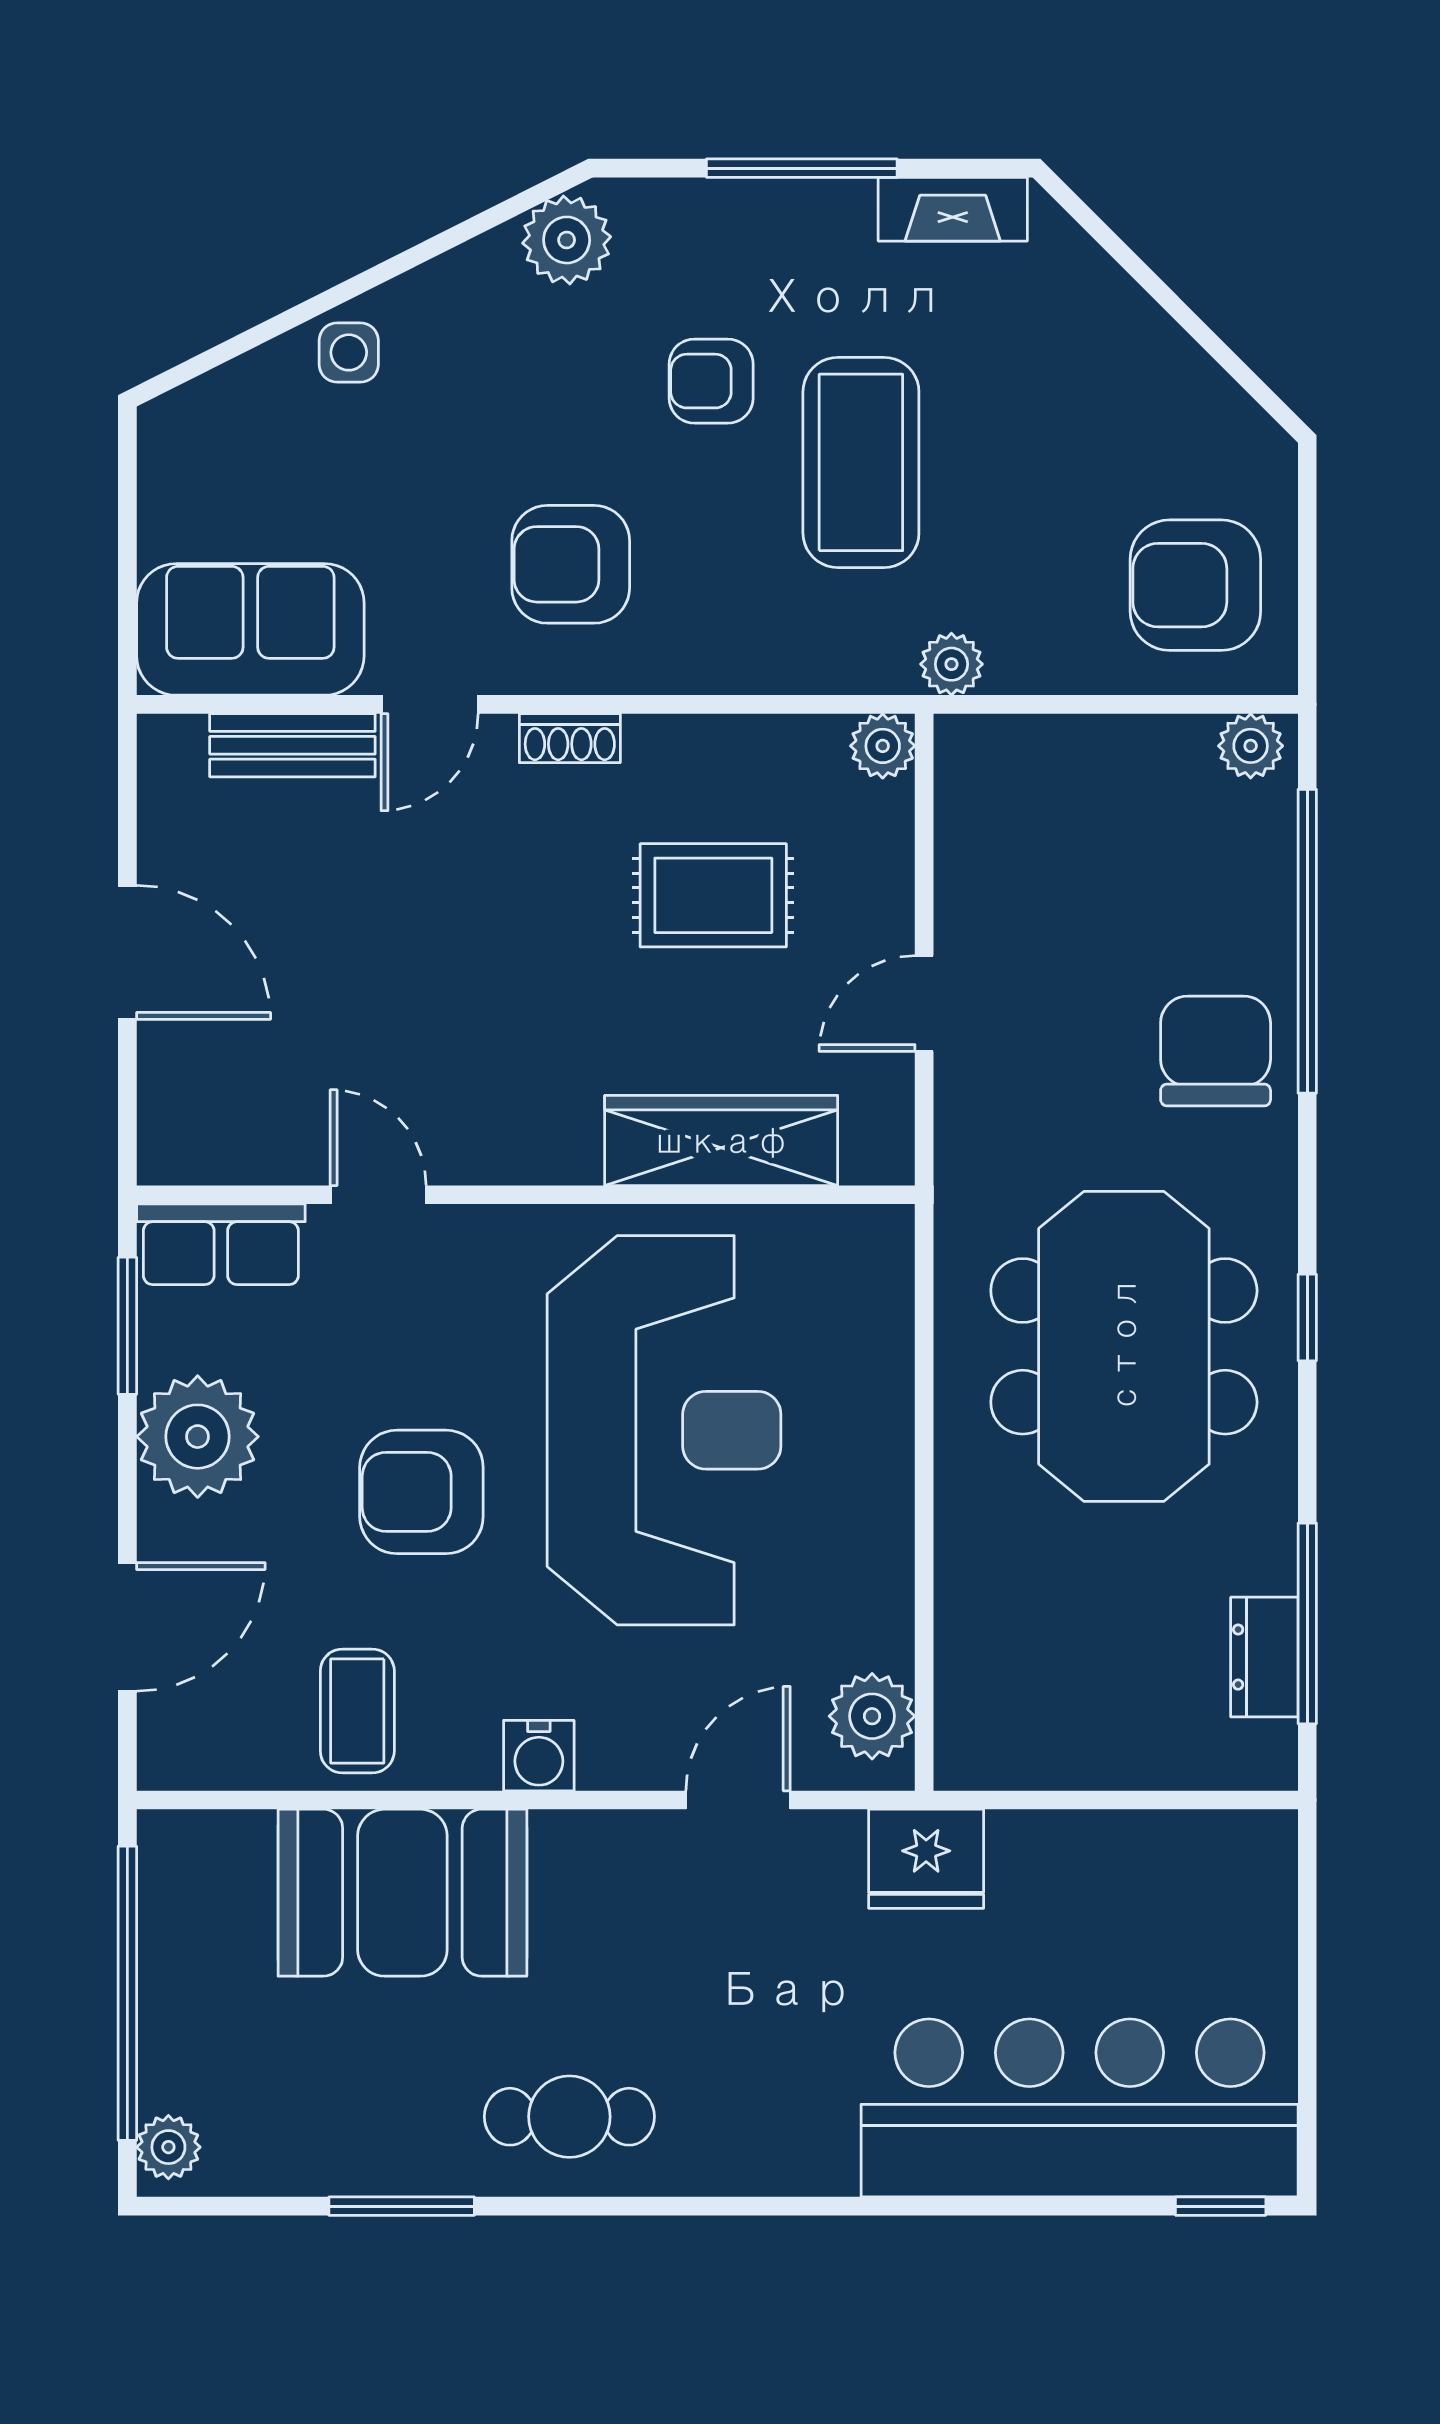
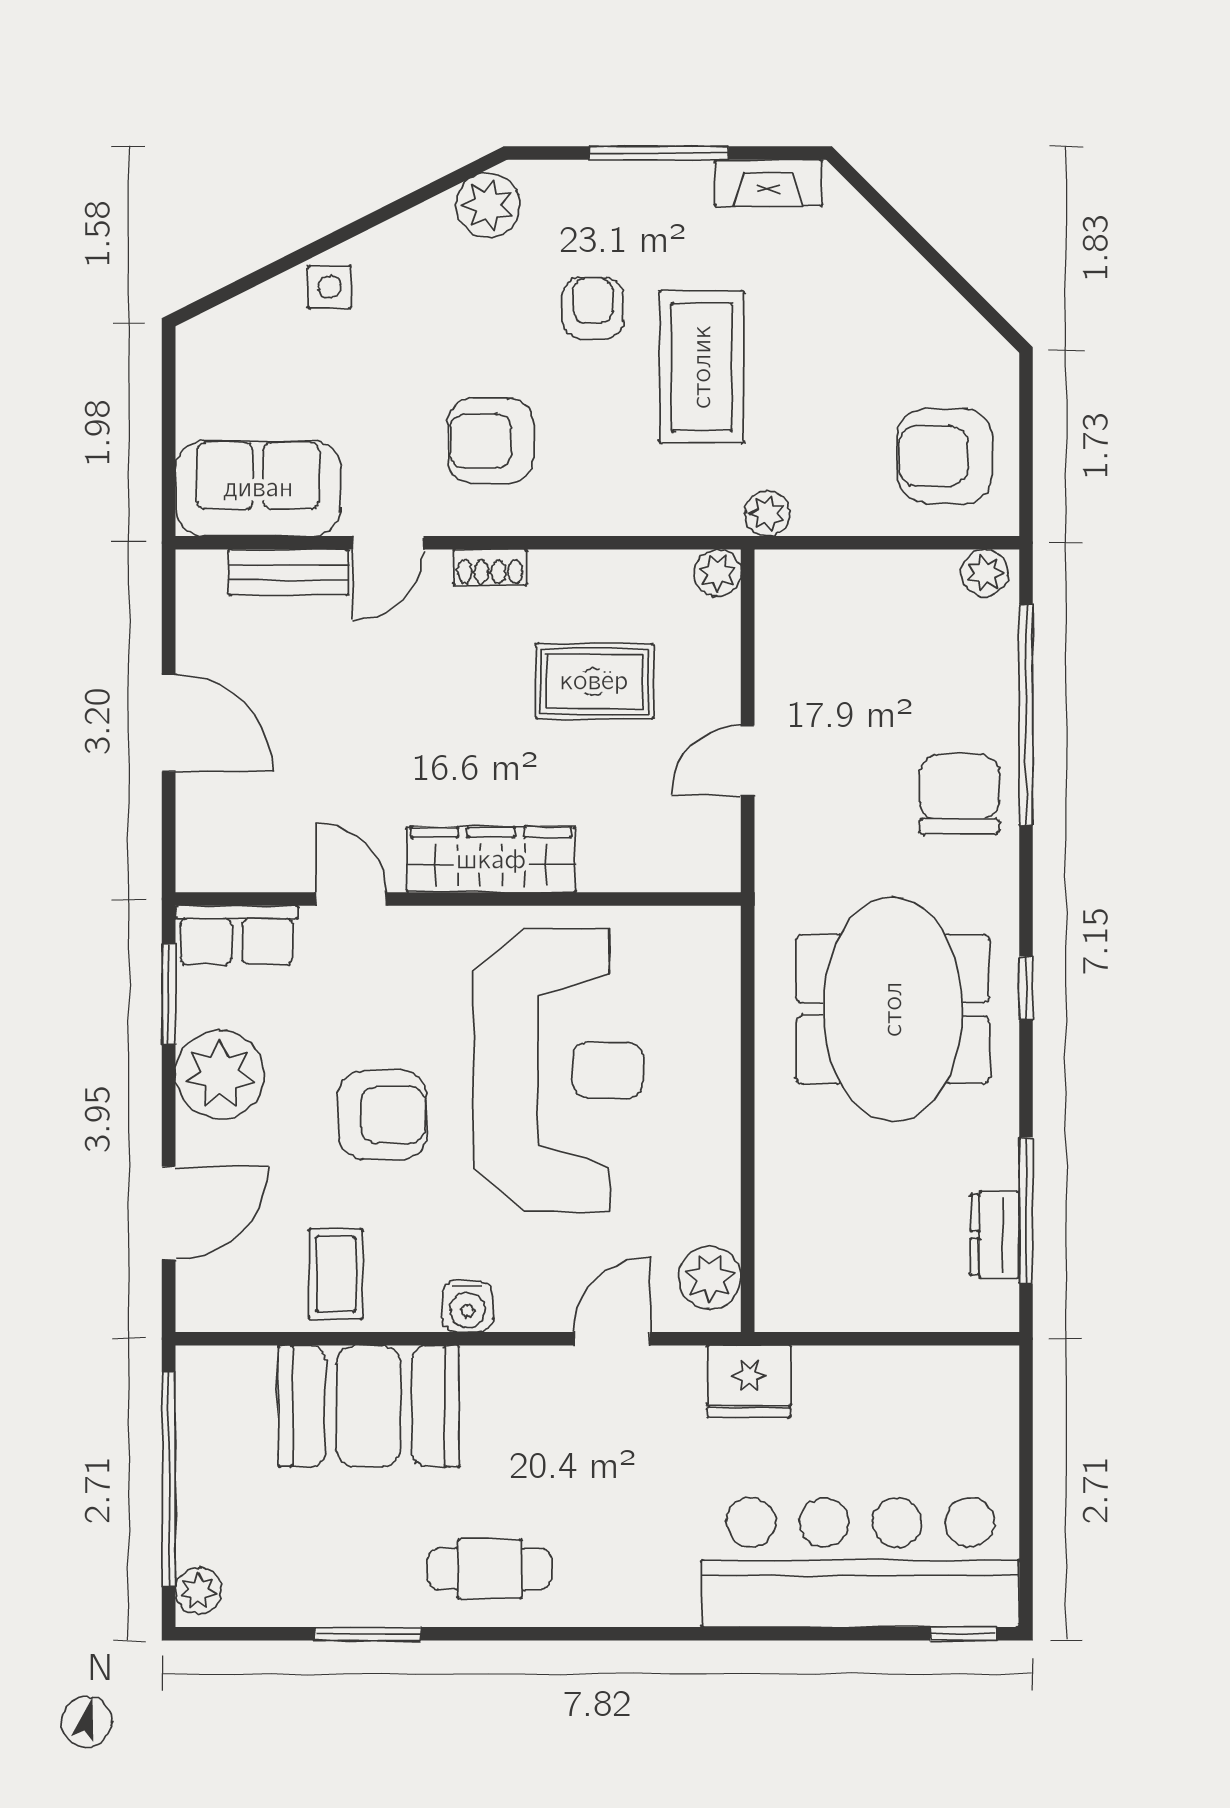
armchair: (711, 381) -> (593, 308), turned 90
wardrobe: (721, 1141) -> (491, 860), moved
armchair: (421, 1492) -> (382, 1115), turned 180

